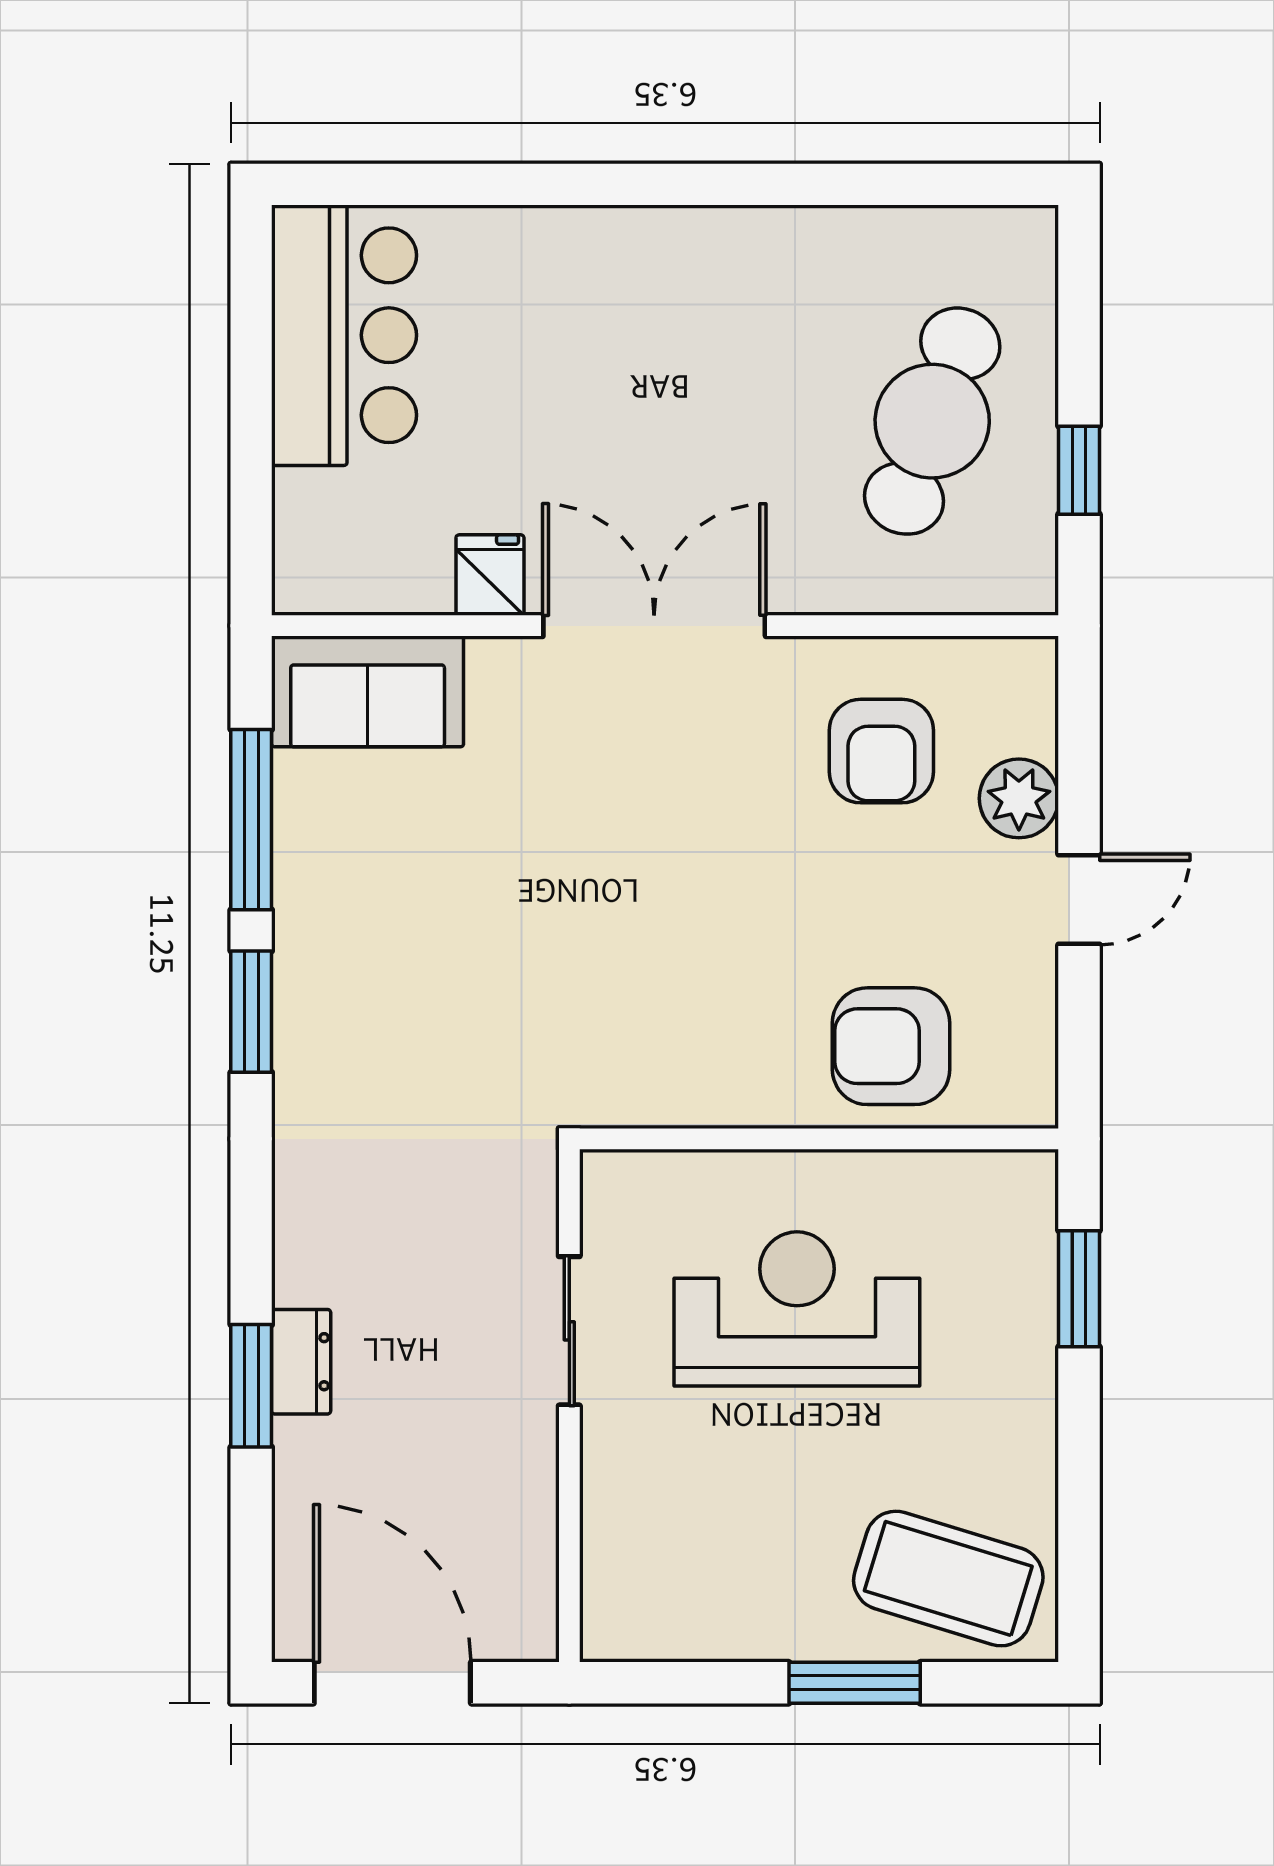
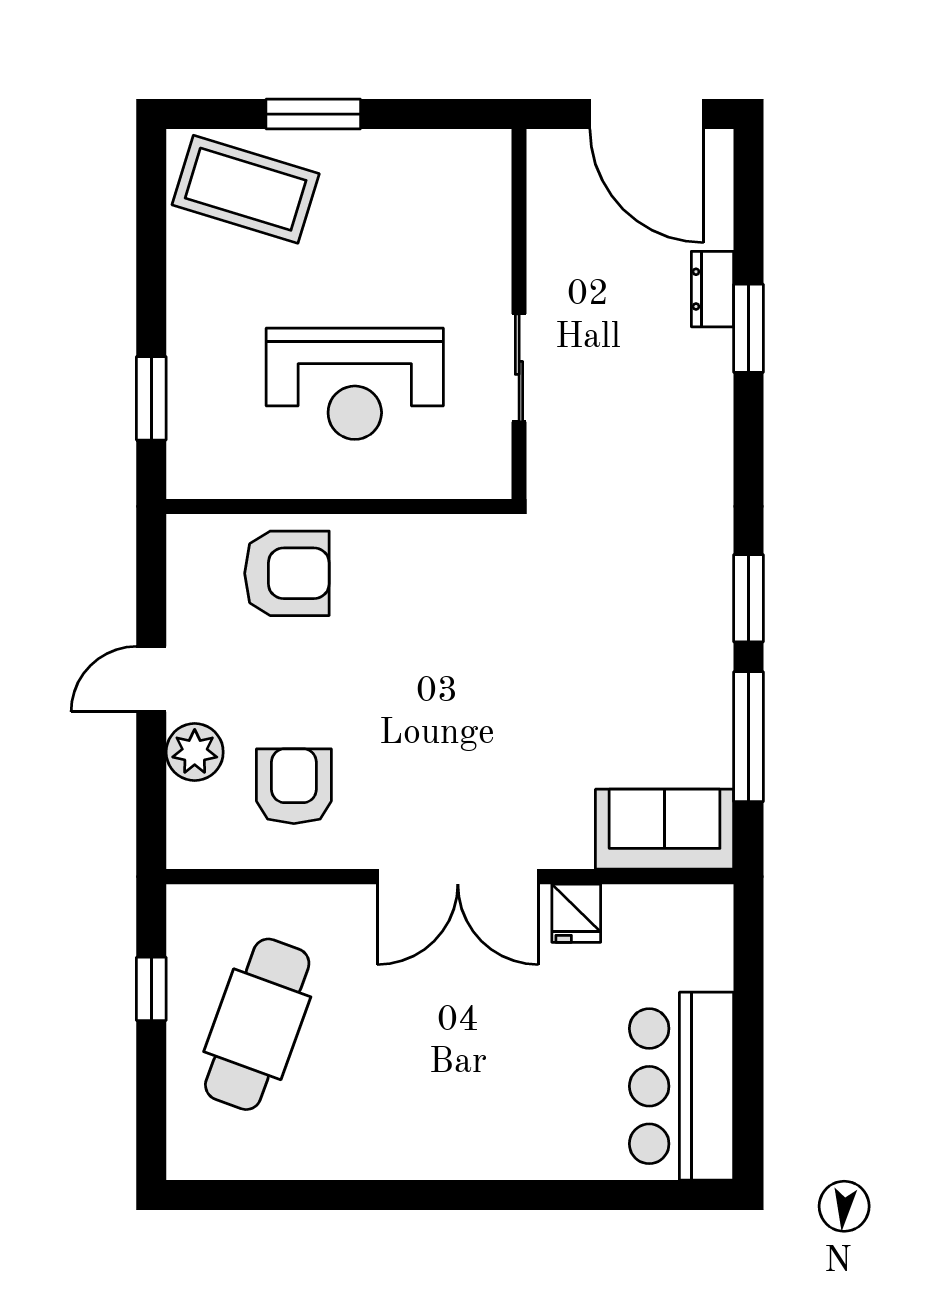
dresser: (301, 1362) -> (712, 289), moved

